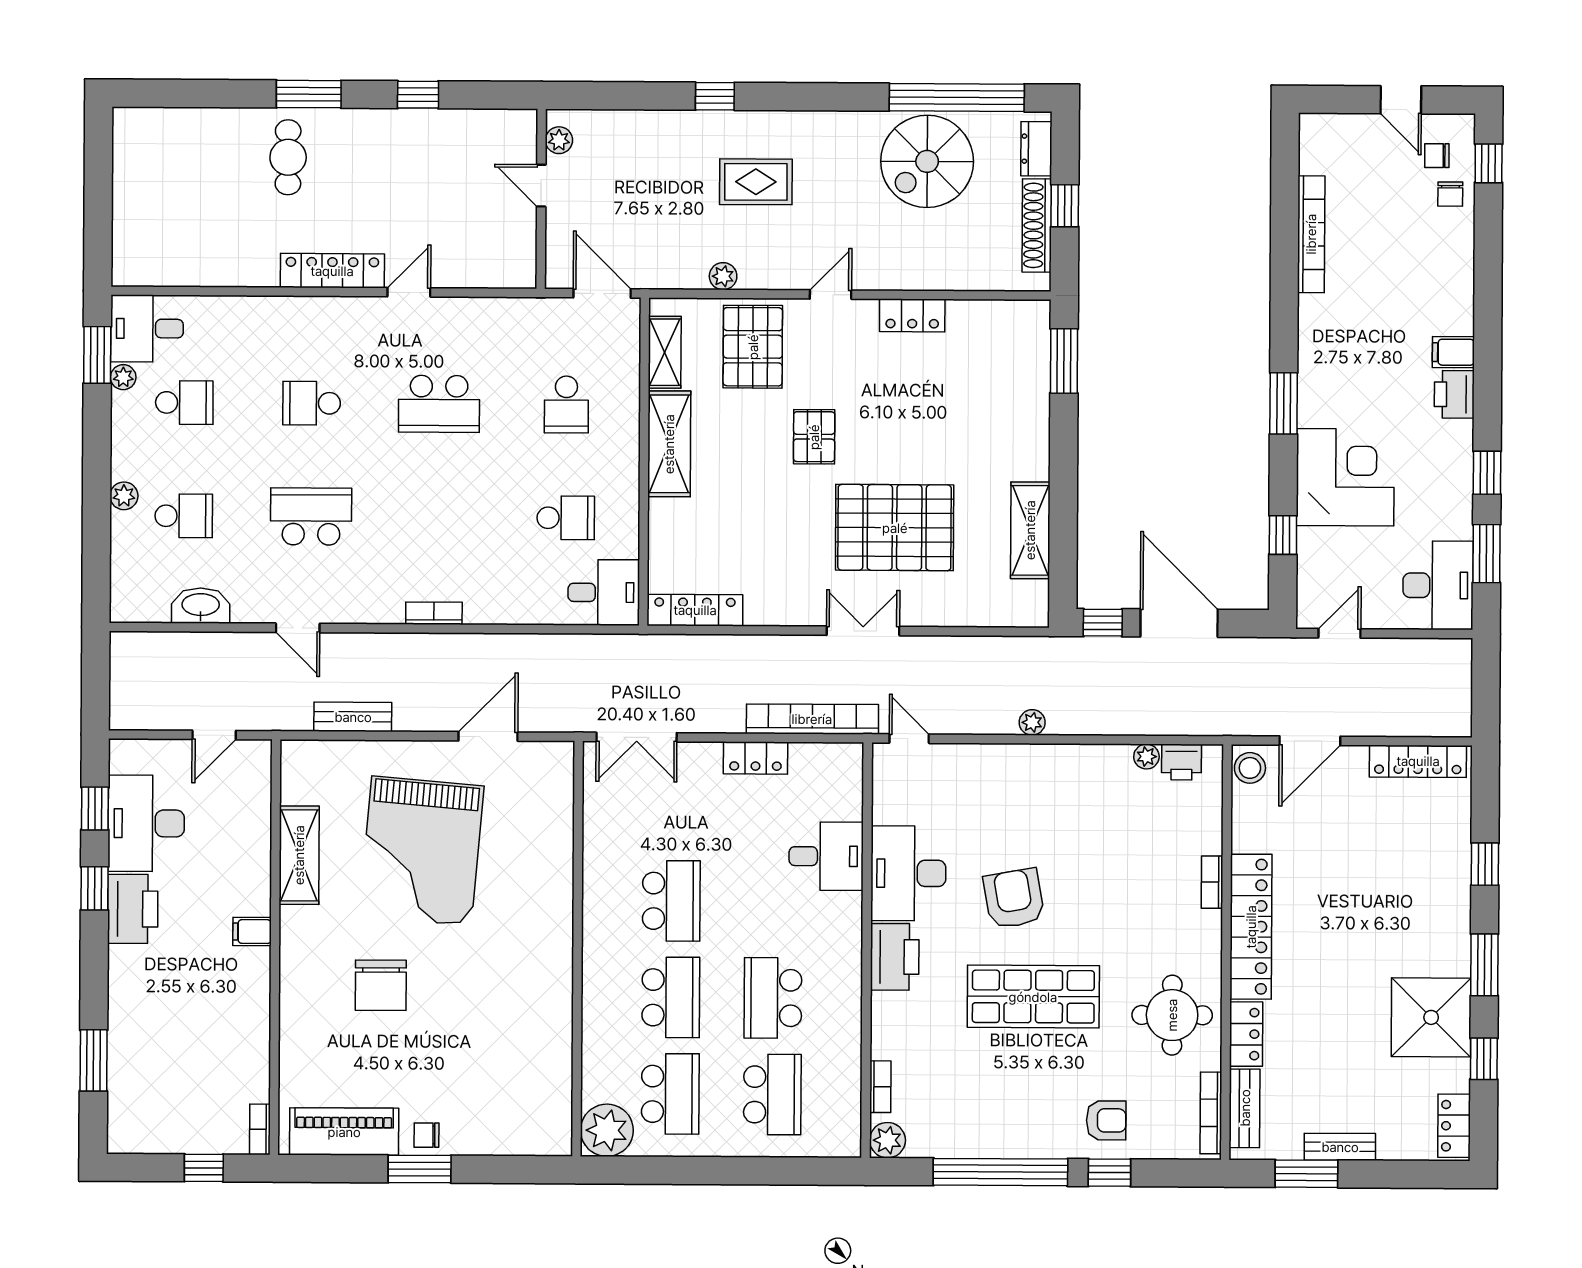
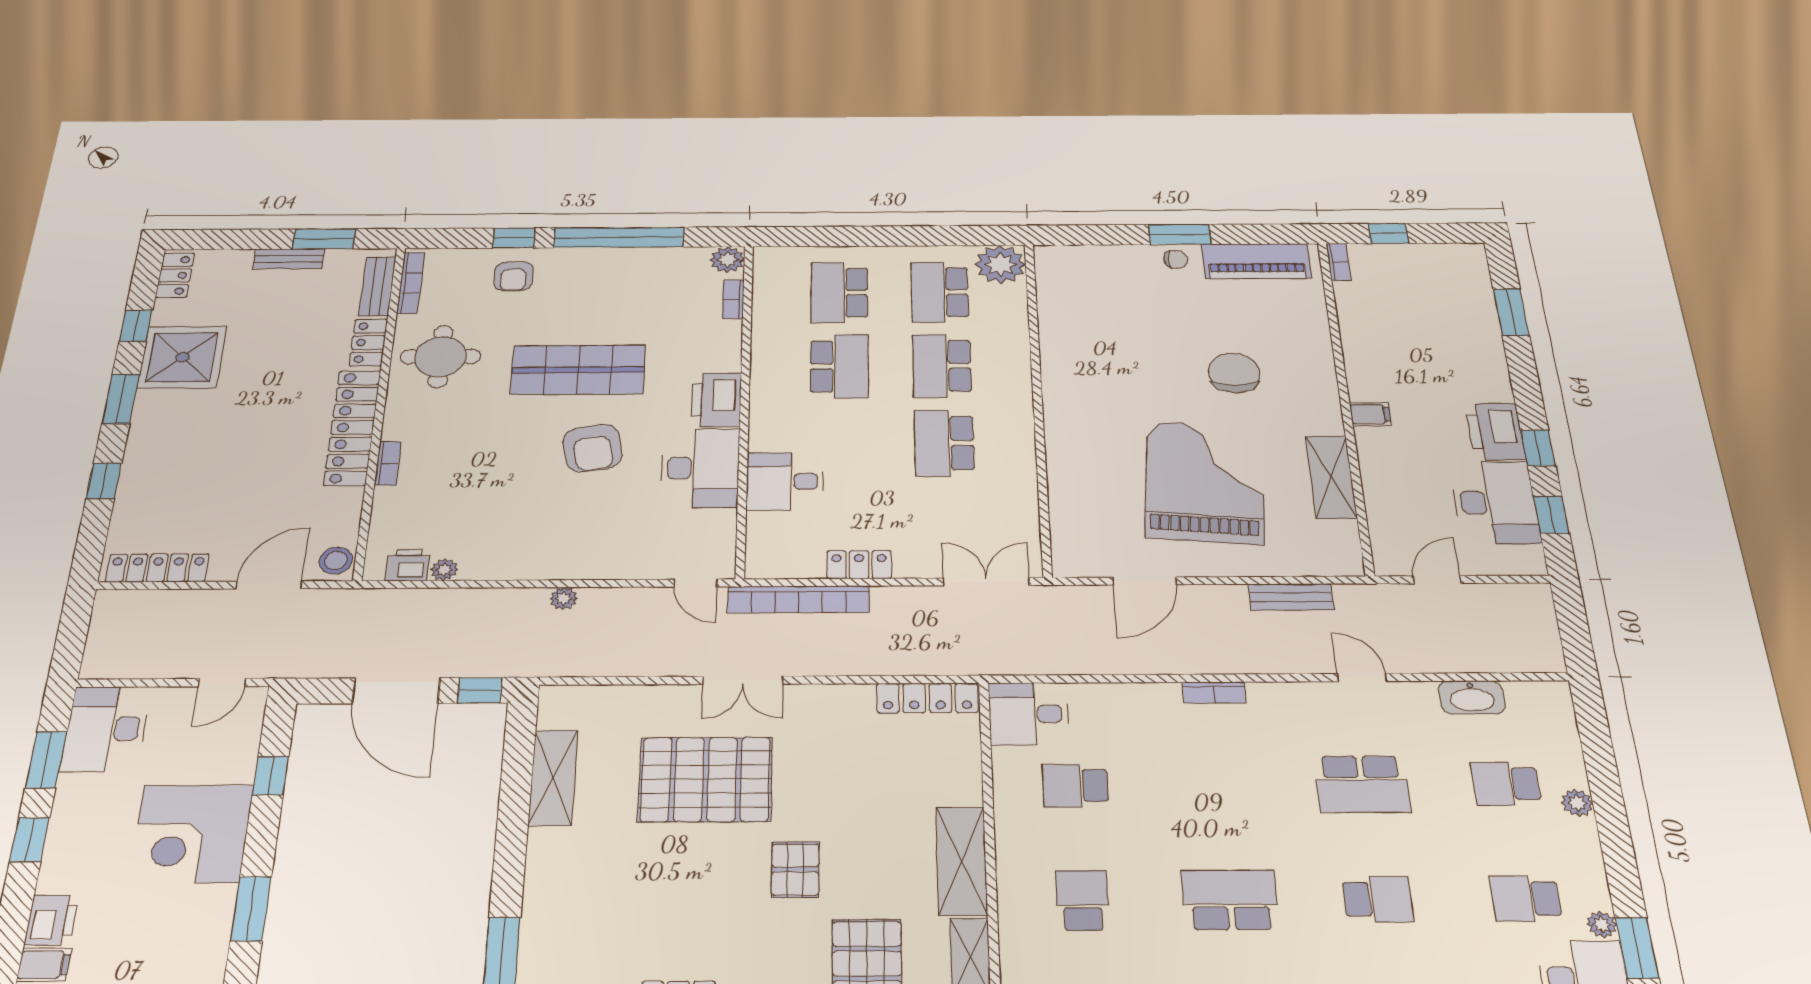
armchair: (1106, 1120) -> (514, 276), turned -90

